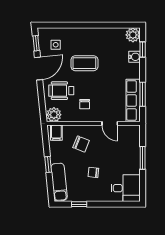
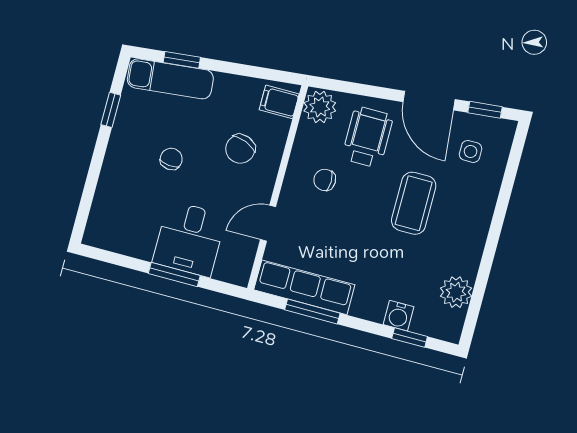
plant: (133, 35) -> (456, 292), moved
window: (48, 165) -> (182, 60), moved
desk: (126, 188) -> (189, 239), moved

